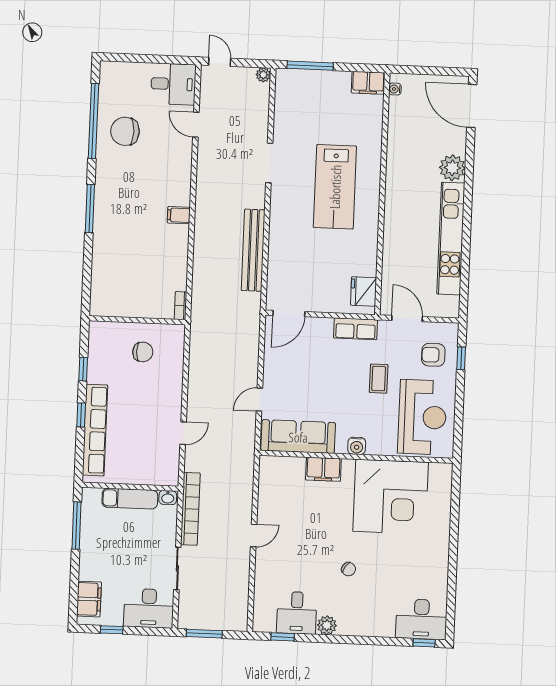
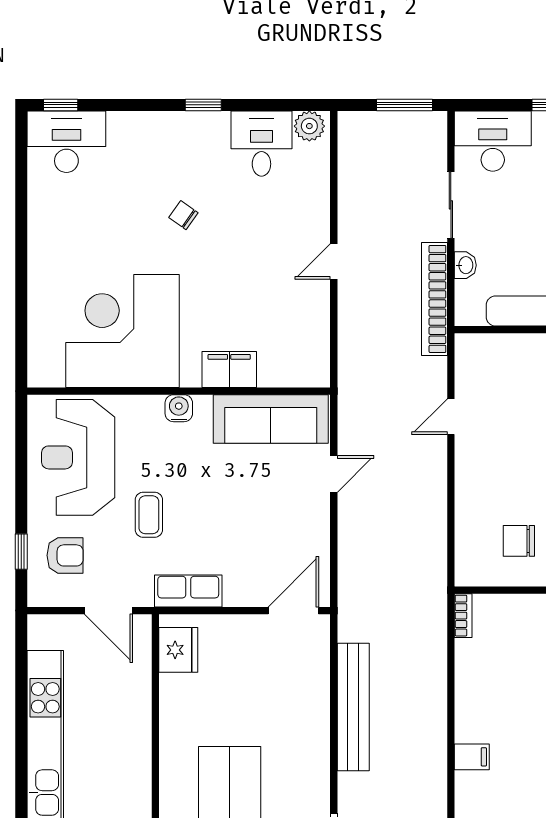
washbasin: (168, 498) -> (465, 265), moved, turned 90
plant: (327, 625) -> (309, 126), moved
window: (283, 637) -> (203, 105), moved

